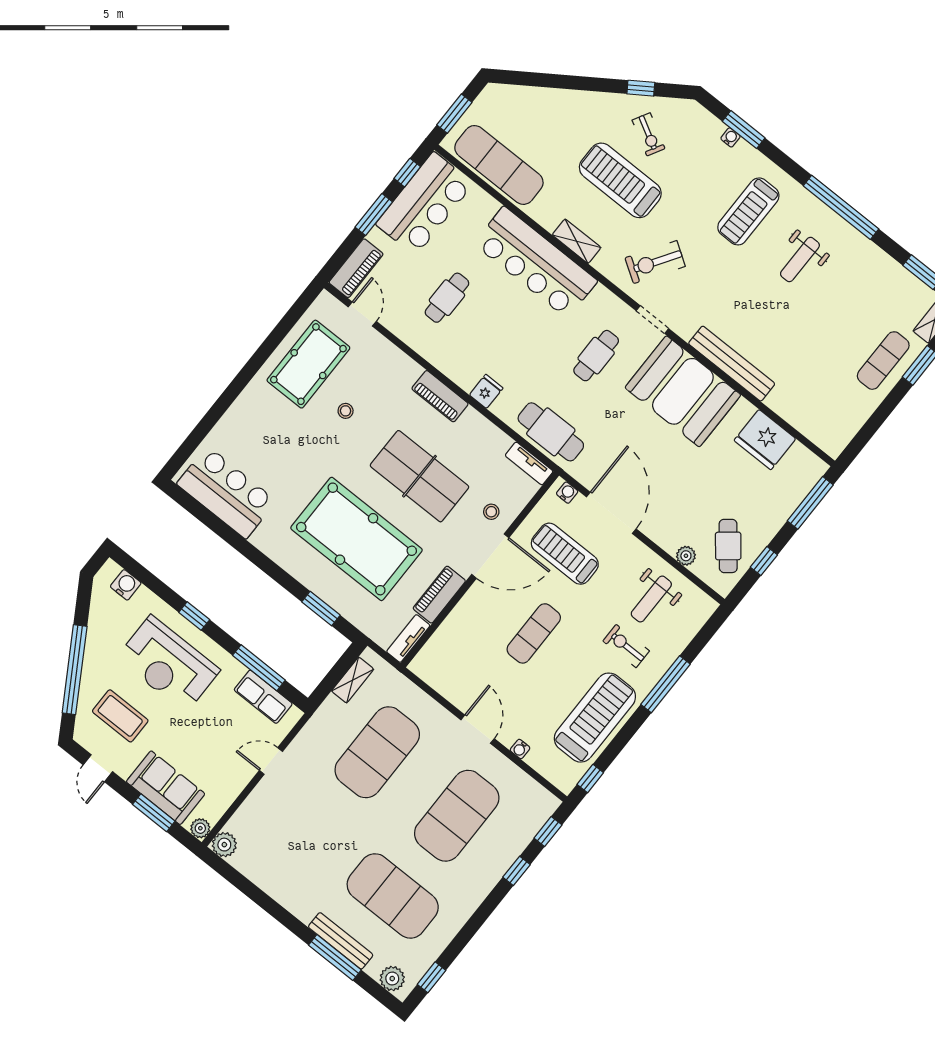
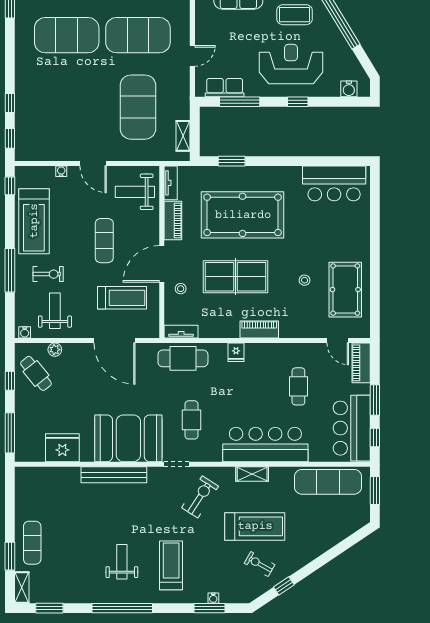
water cooler: (567, 493) -> (25, 332), moved
weight bench: (456, 660) -> (135, 192), added
exercise mat: (457, 816) -> (138, 35), moved, turned 90

